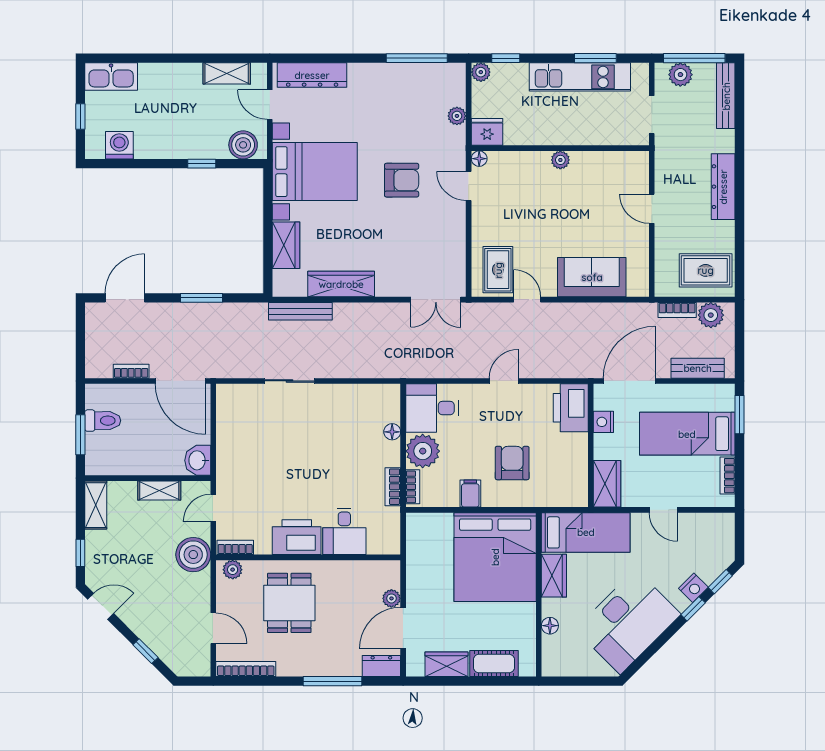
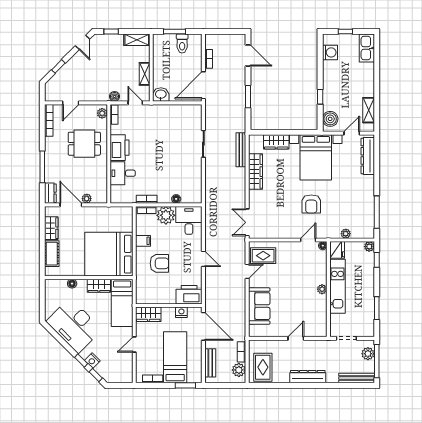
kitchen unit: (580, 77) -> (338, 286), moved, turned 180
boiler: (193, 555) -> (115, 96), width x0.54, depth x0.54

